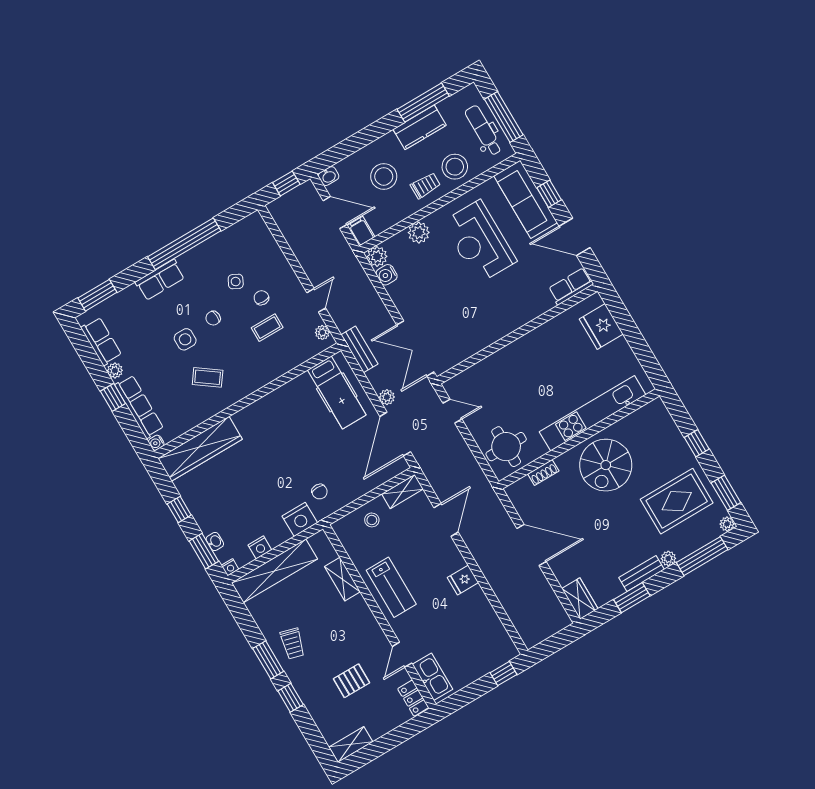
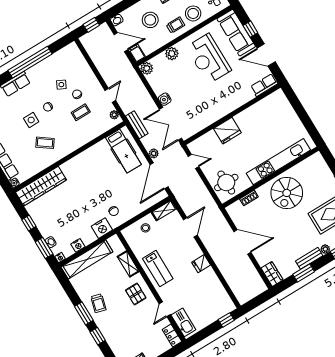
water cooler: (387, 275) -> (165, 99), moved
fridge: (601, 326) -> (227, 131), moved, turned -90
pallet: (352, 681) -> (136, 294), moved, turned 90

